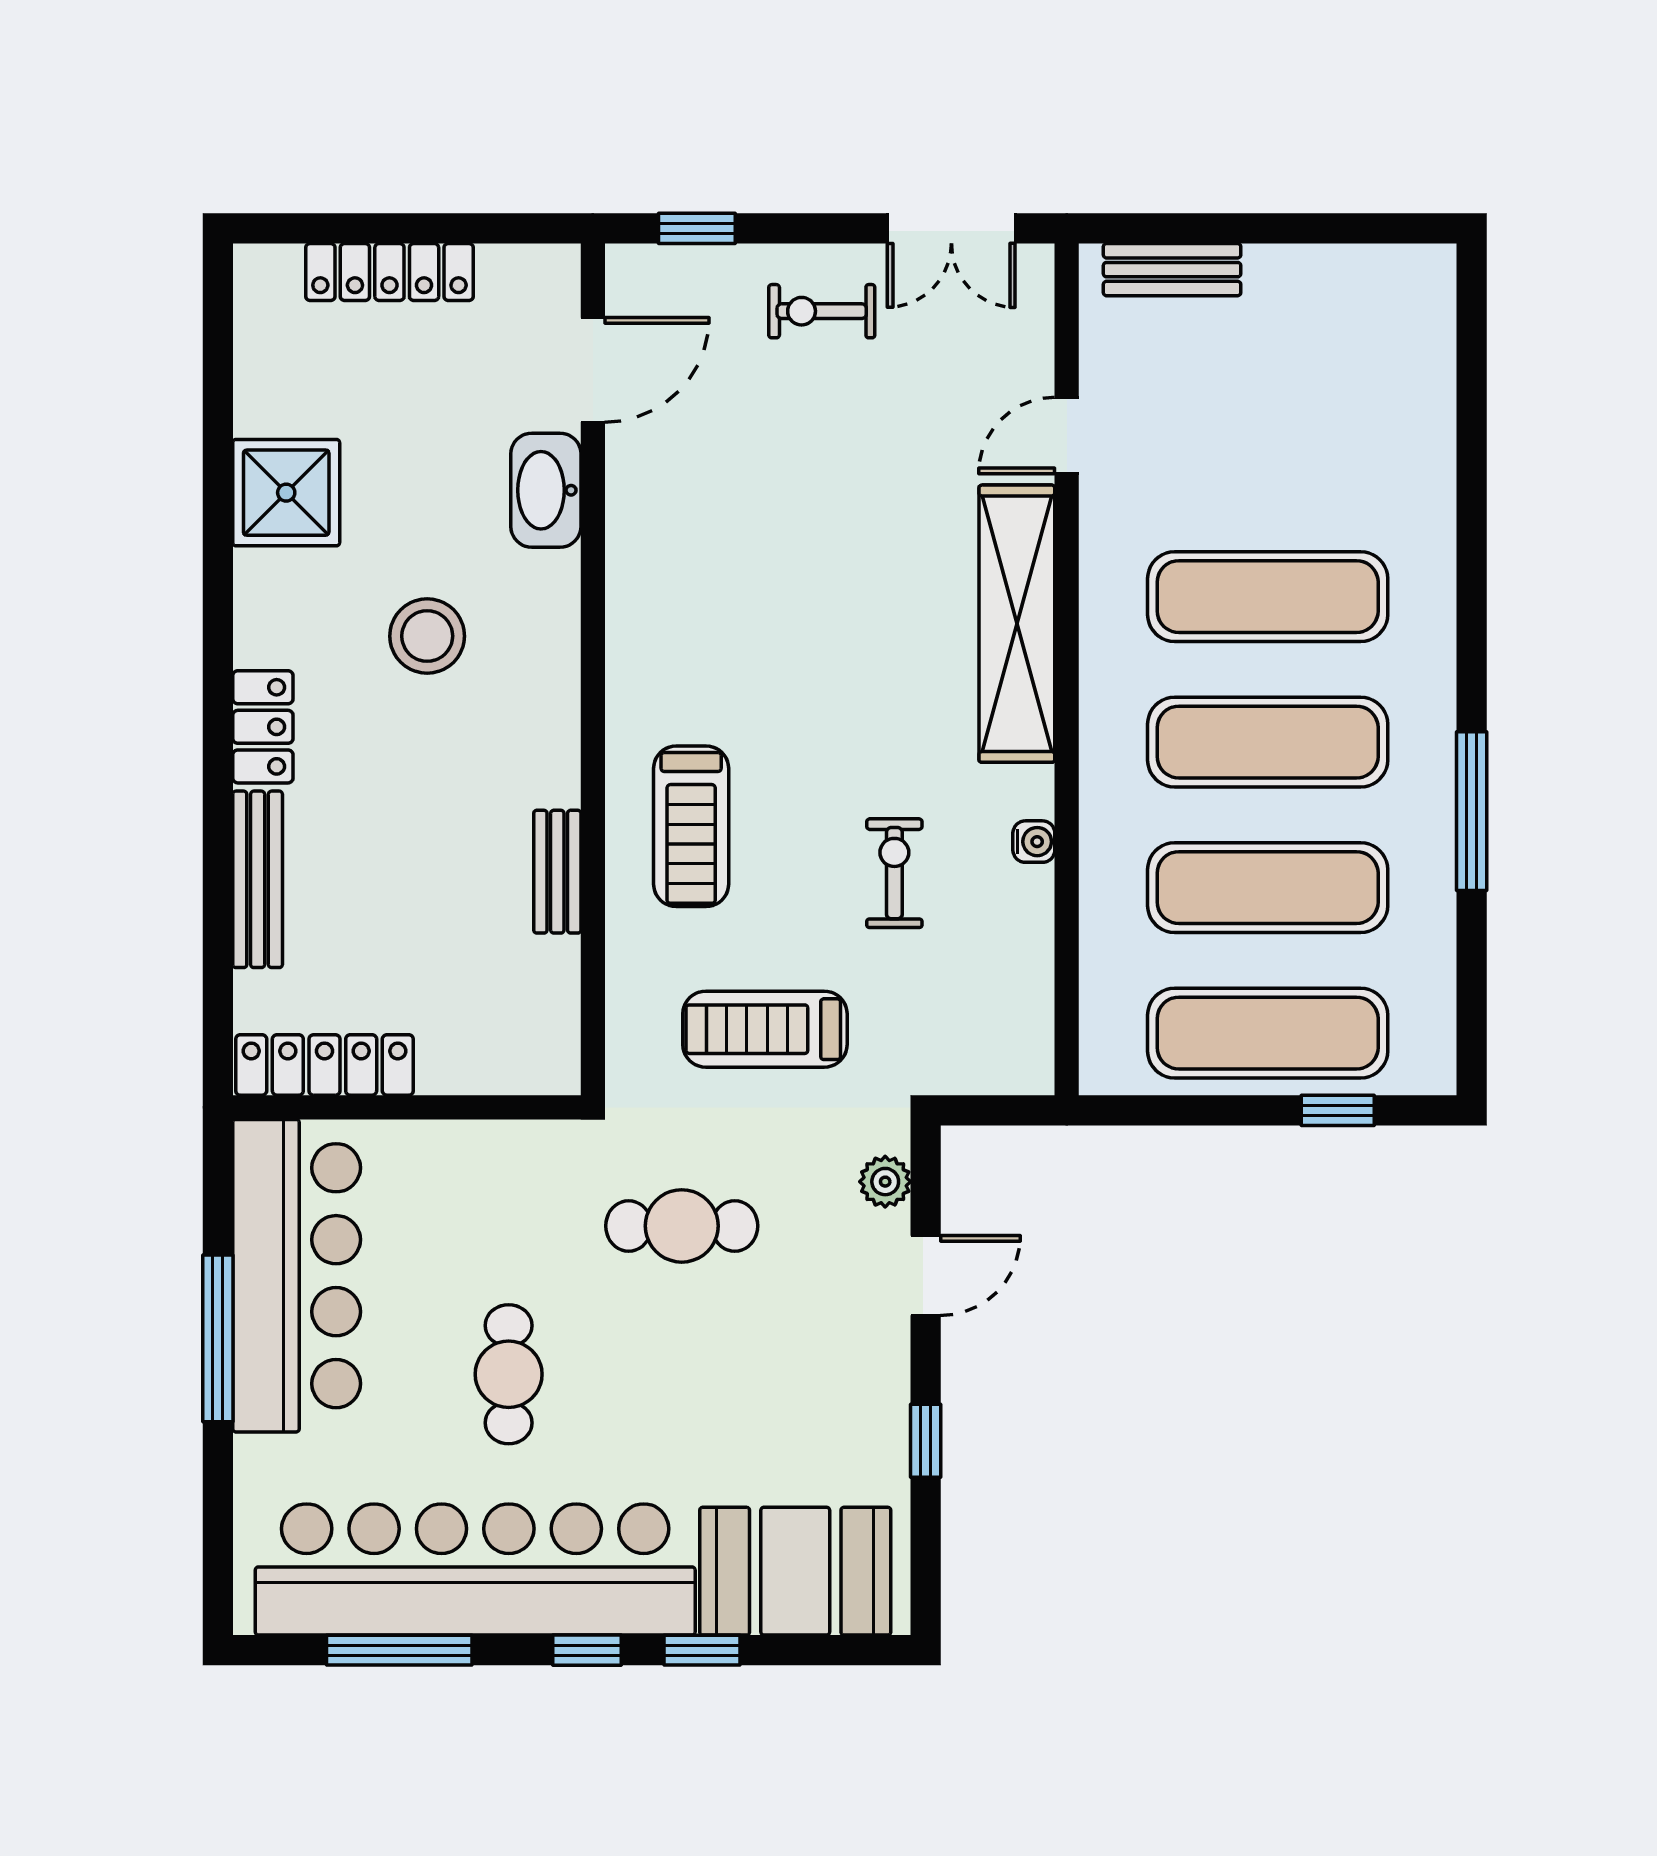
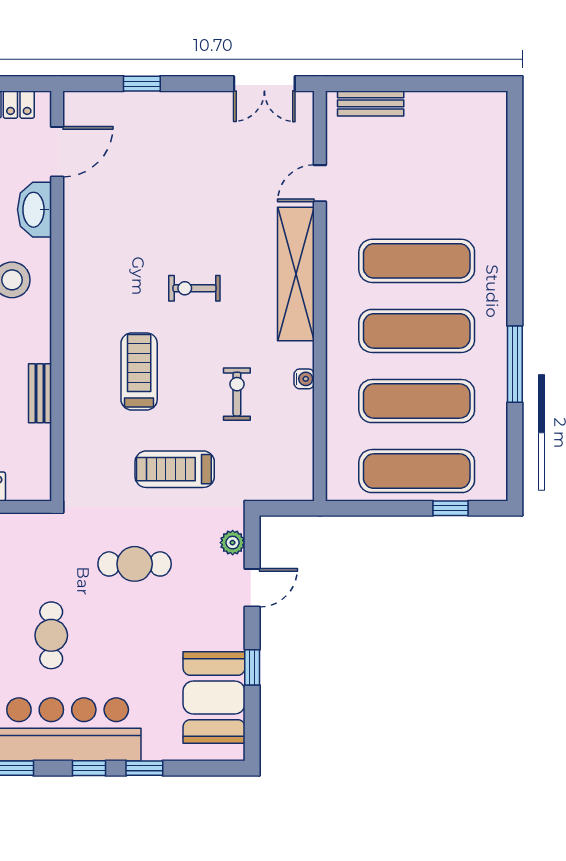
exercise bike: (822, 311) -> (194, 288), moved
door: (593, 370) -> (57, 152), moved
washbasin: (546, 490) -> (34, 210), moved
wall: (593, 669) -> (57, 296), moved
treadmill: (691, 826) -> (139, 371), turned 180
bench: (557, 872) -> (40, 393), moved
booth: (795, 1571) -> (214, 697), moved, turned 90

